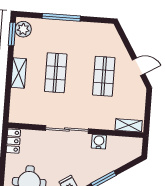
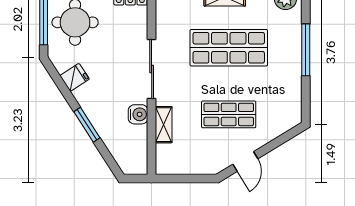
shop shelf: (56, 73) -> (229, 48), width x1.43, depth x1.36
shelving: (129, 125) -> (164, 125), moved

